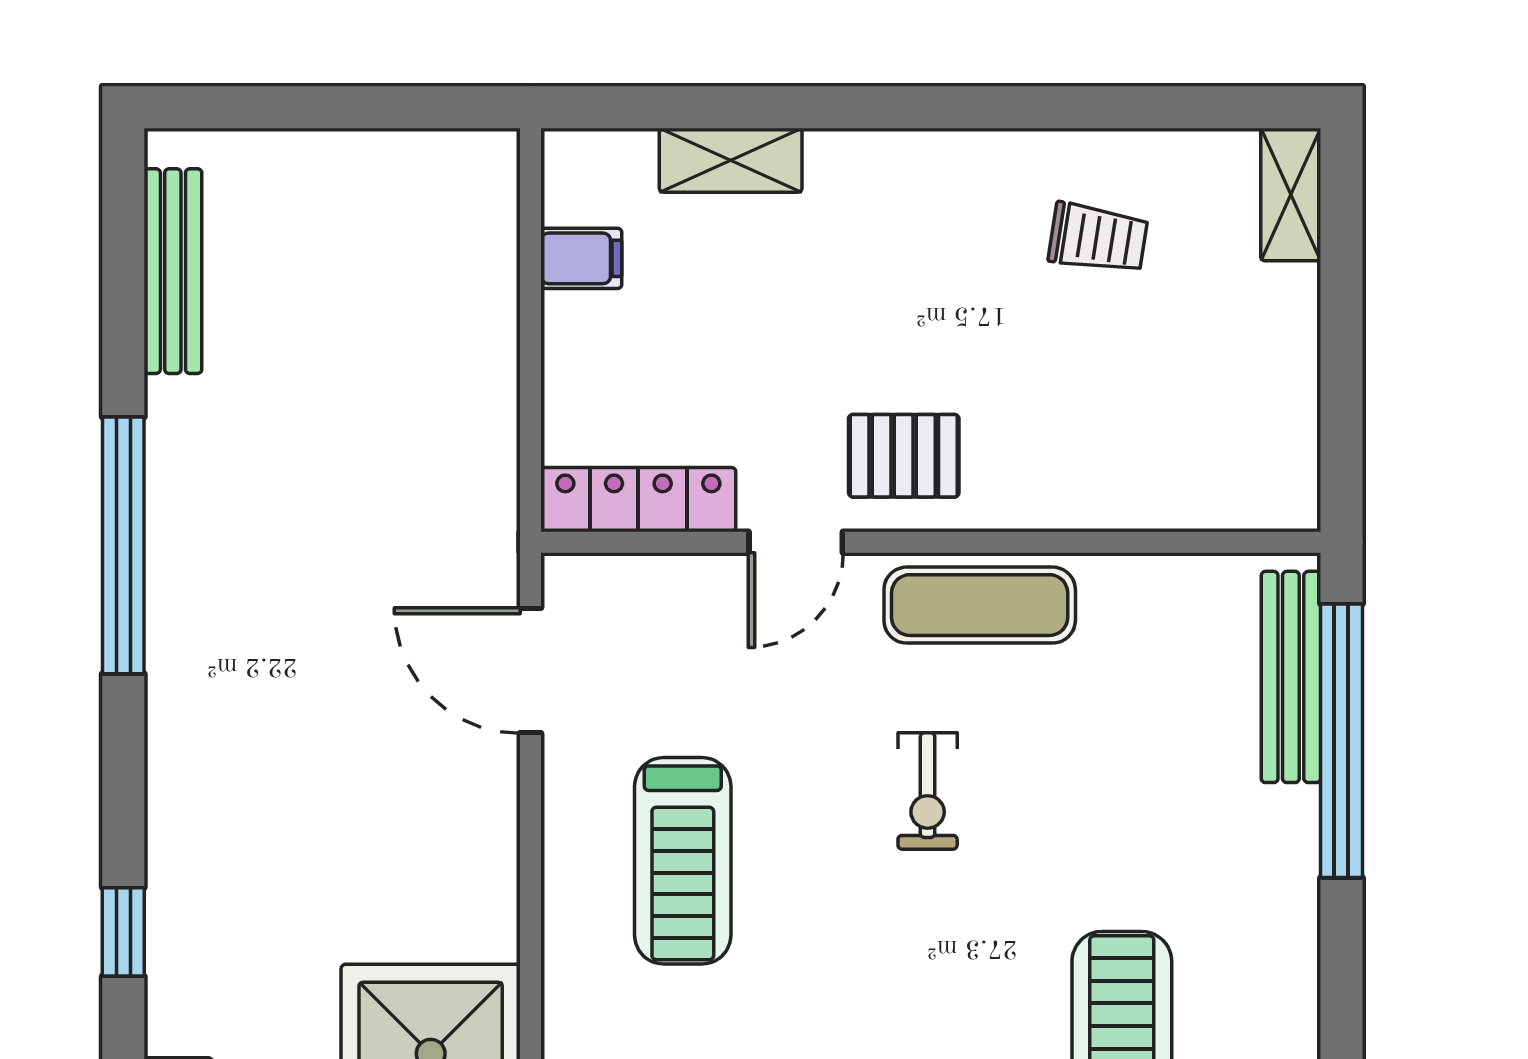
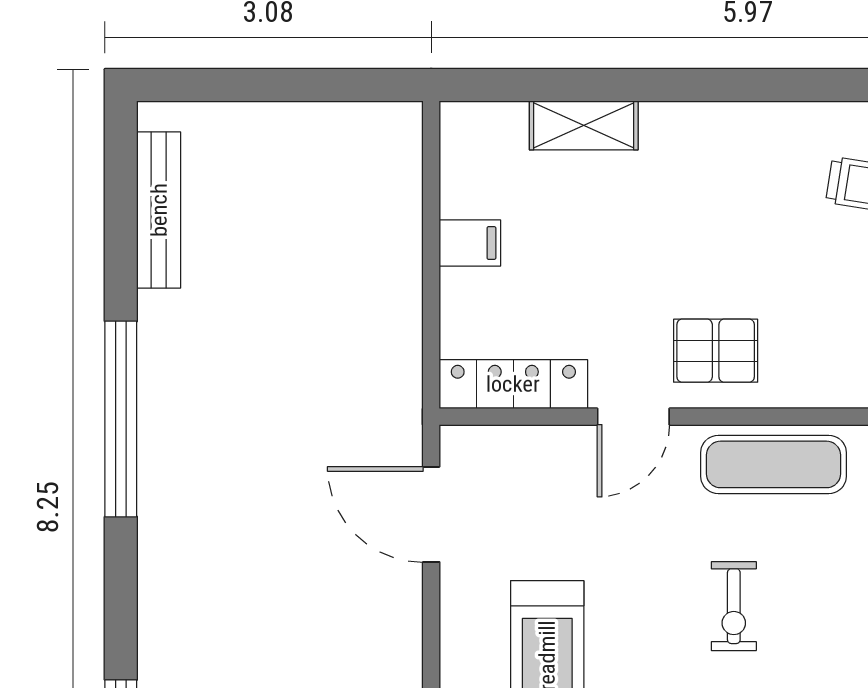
filing cabinet: (581, 258) -> (470, 243), moved

